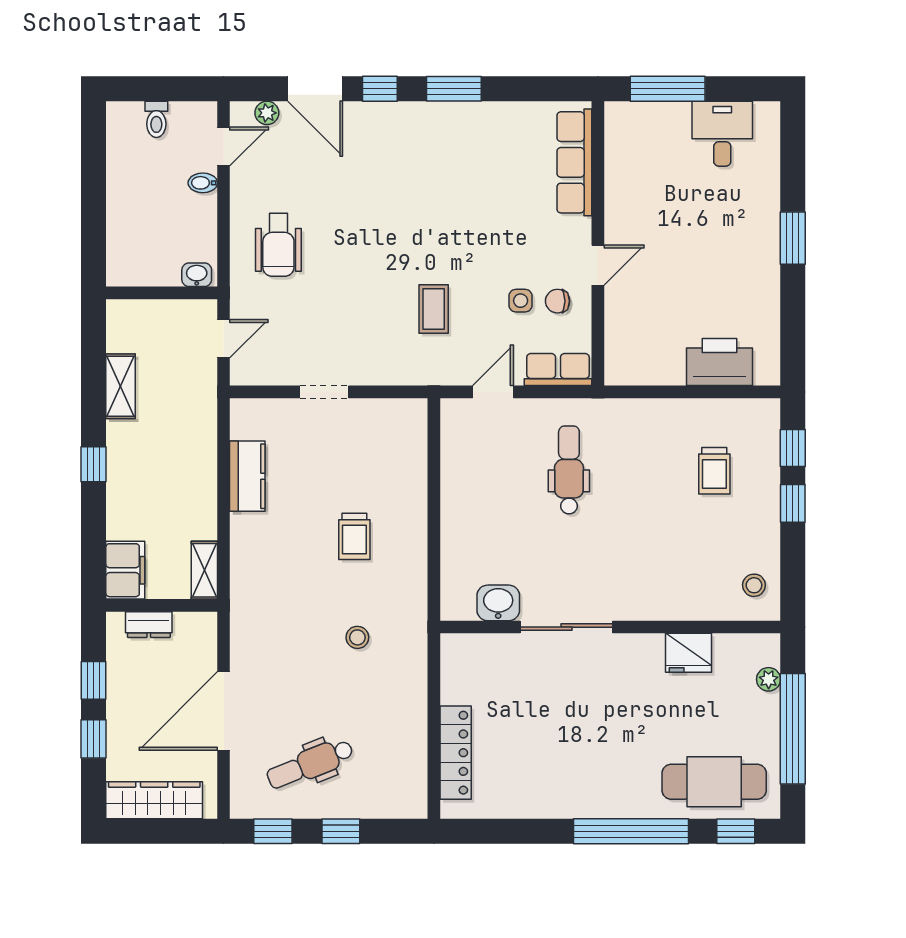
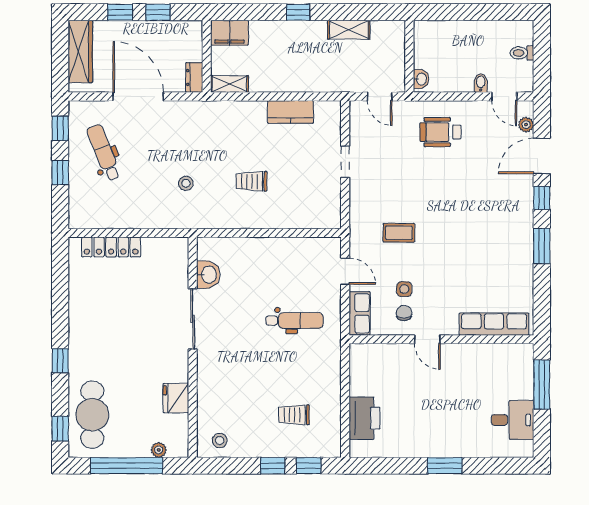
dresser: (149, 625) -> (194, 77), moved
window: (631, 831) -> (60, 361), width x0.32

